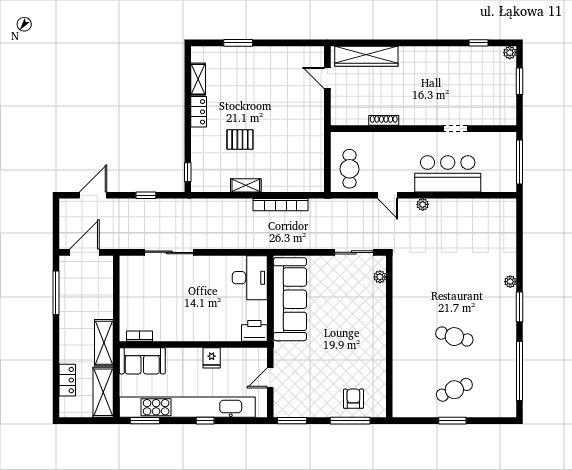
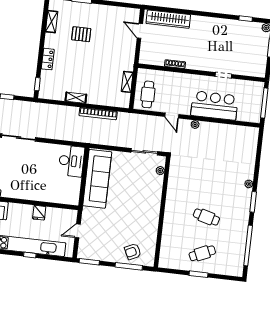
locker: (199, 112) -> (48, 59), moved
pallet: (240, 139) -> (81, 34), moved
shelving: (317, 154) -> (127, 82), added
printer: (254, 331) -> (70, 198), removed
armchair: (353, 399) -> (133, 252), turned -116

